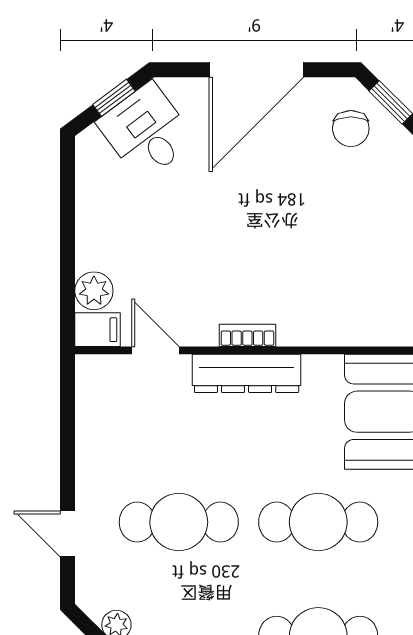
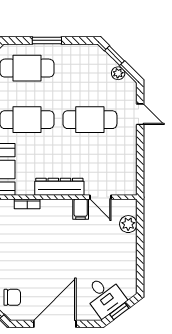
chair: (351, 129) -> (12, 297), turned 90
filing cabinet: (98, 330) -> (81, 209), moved, turned -90
bookcase: (247, 335) -> (27, 204), moved

